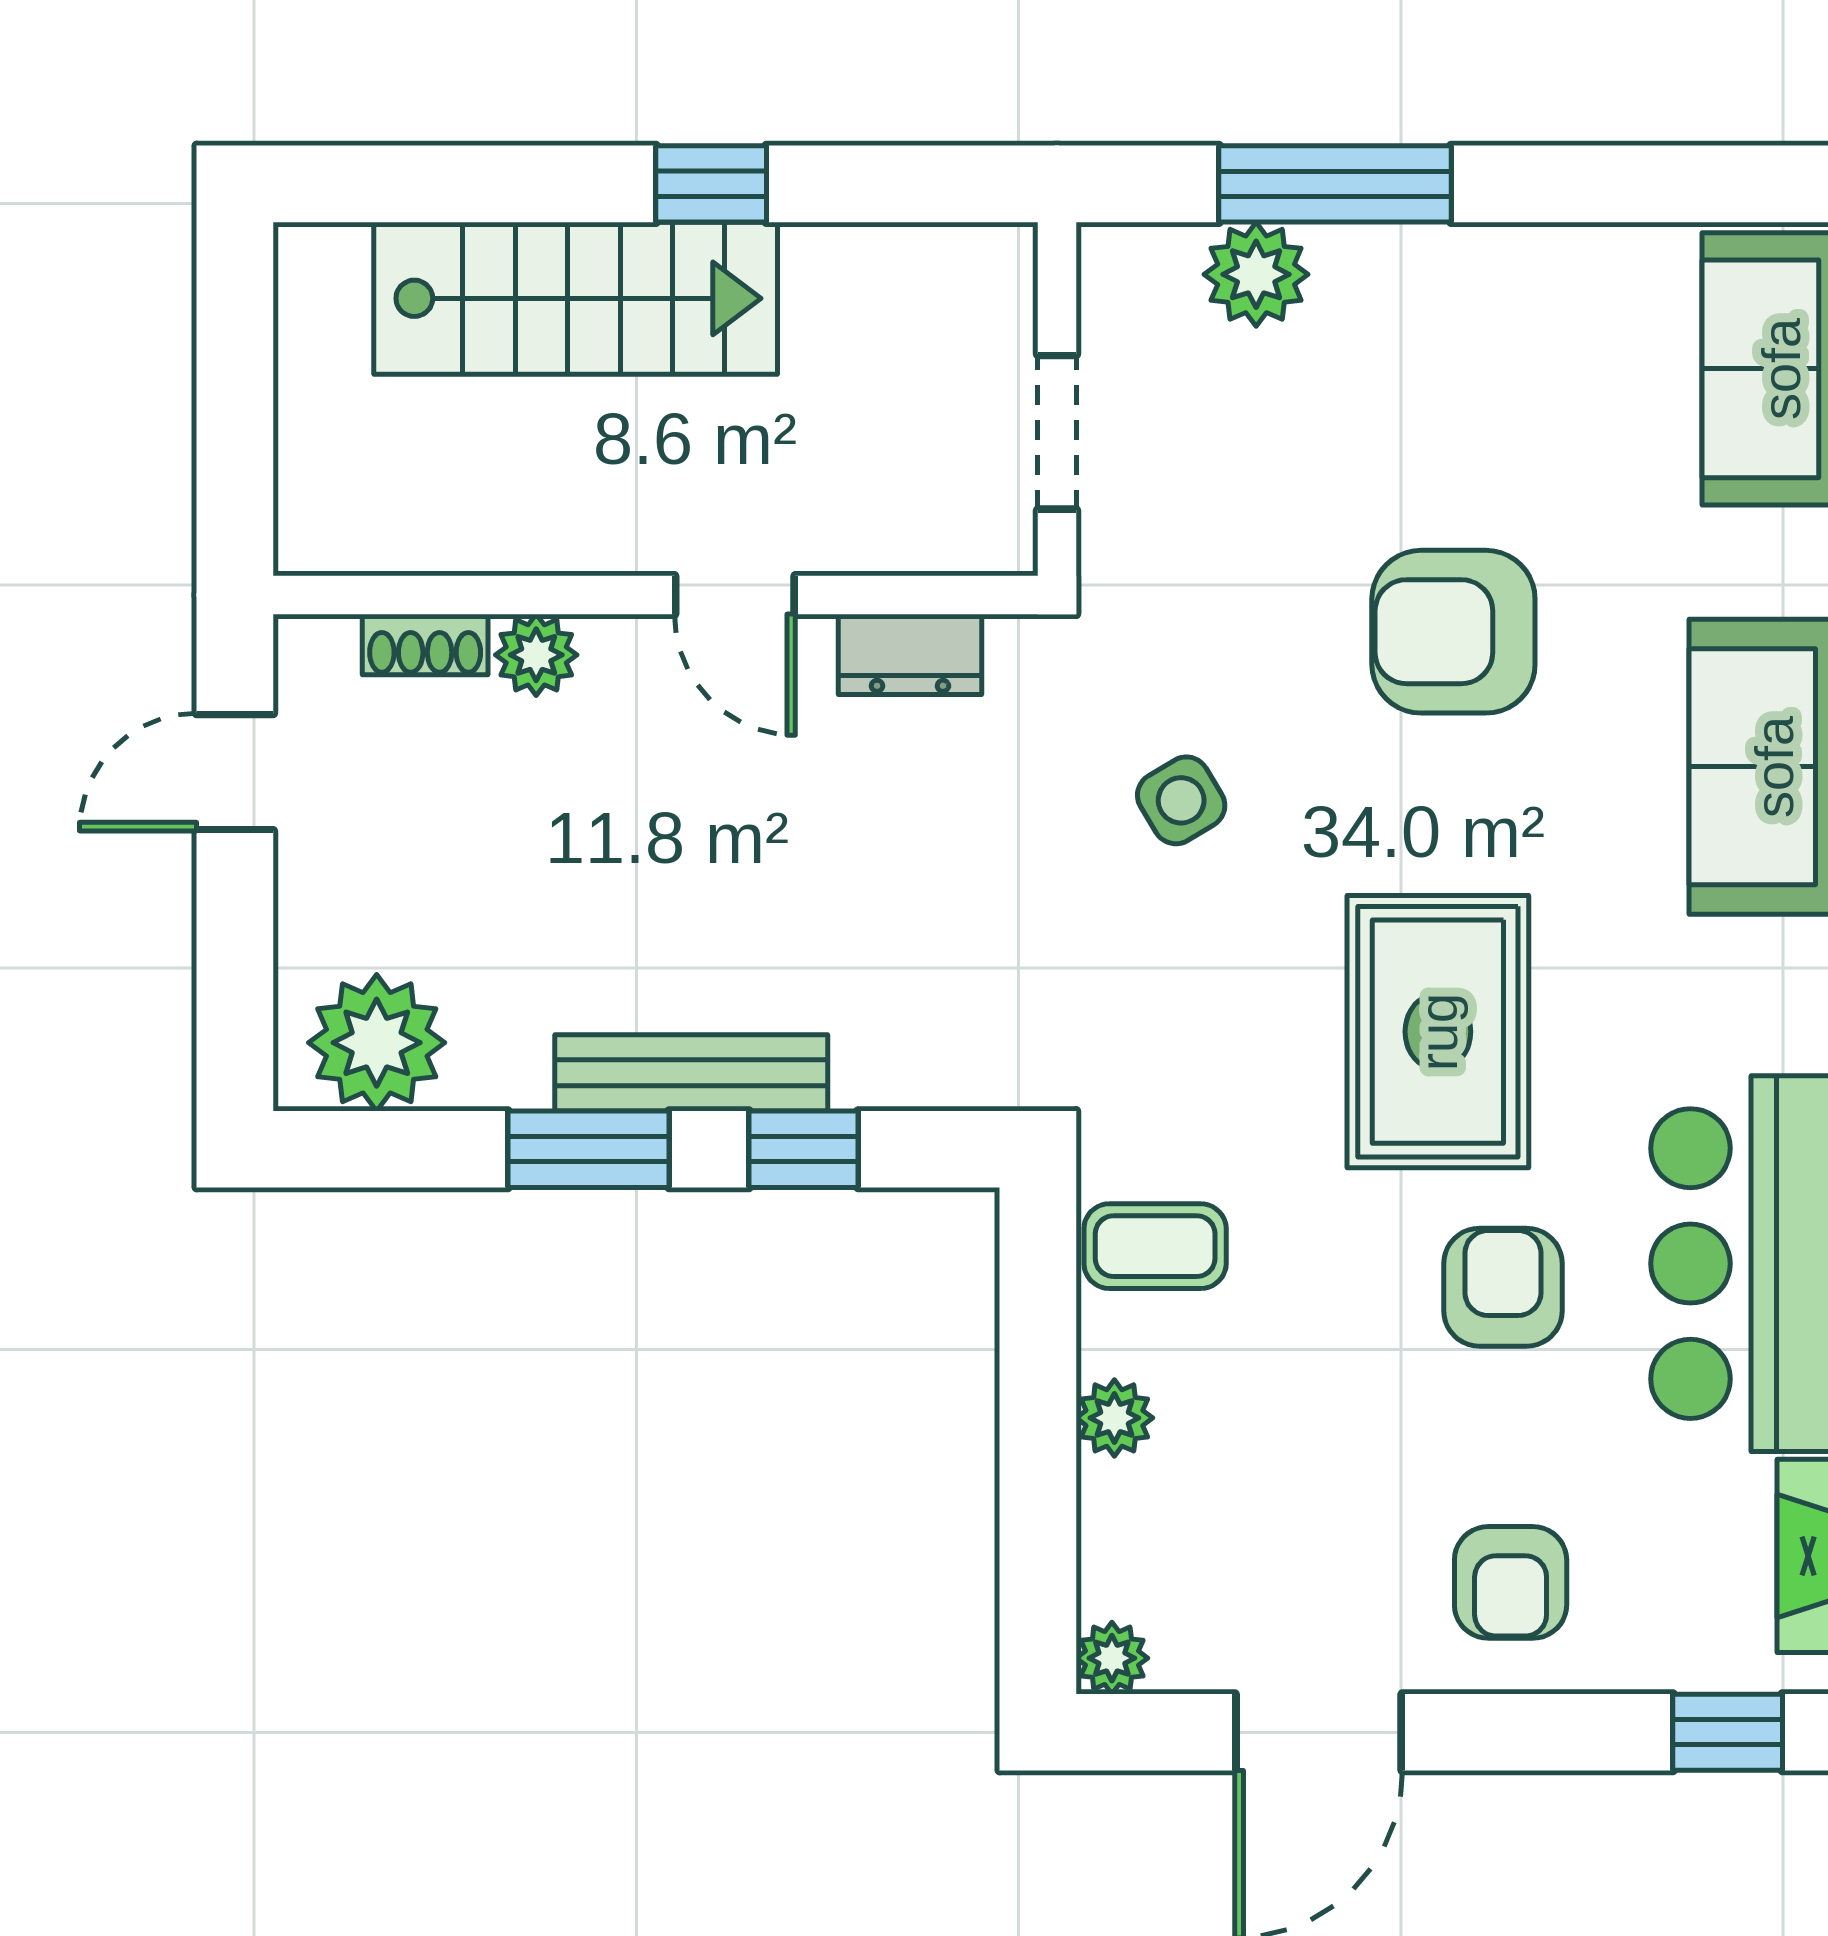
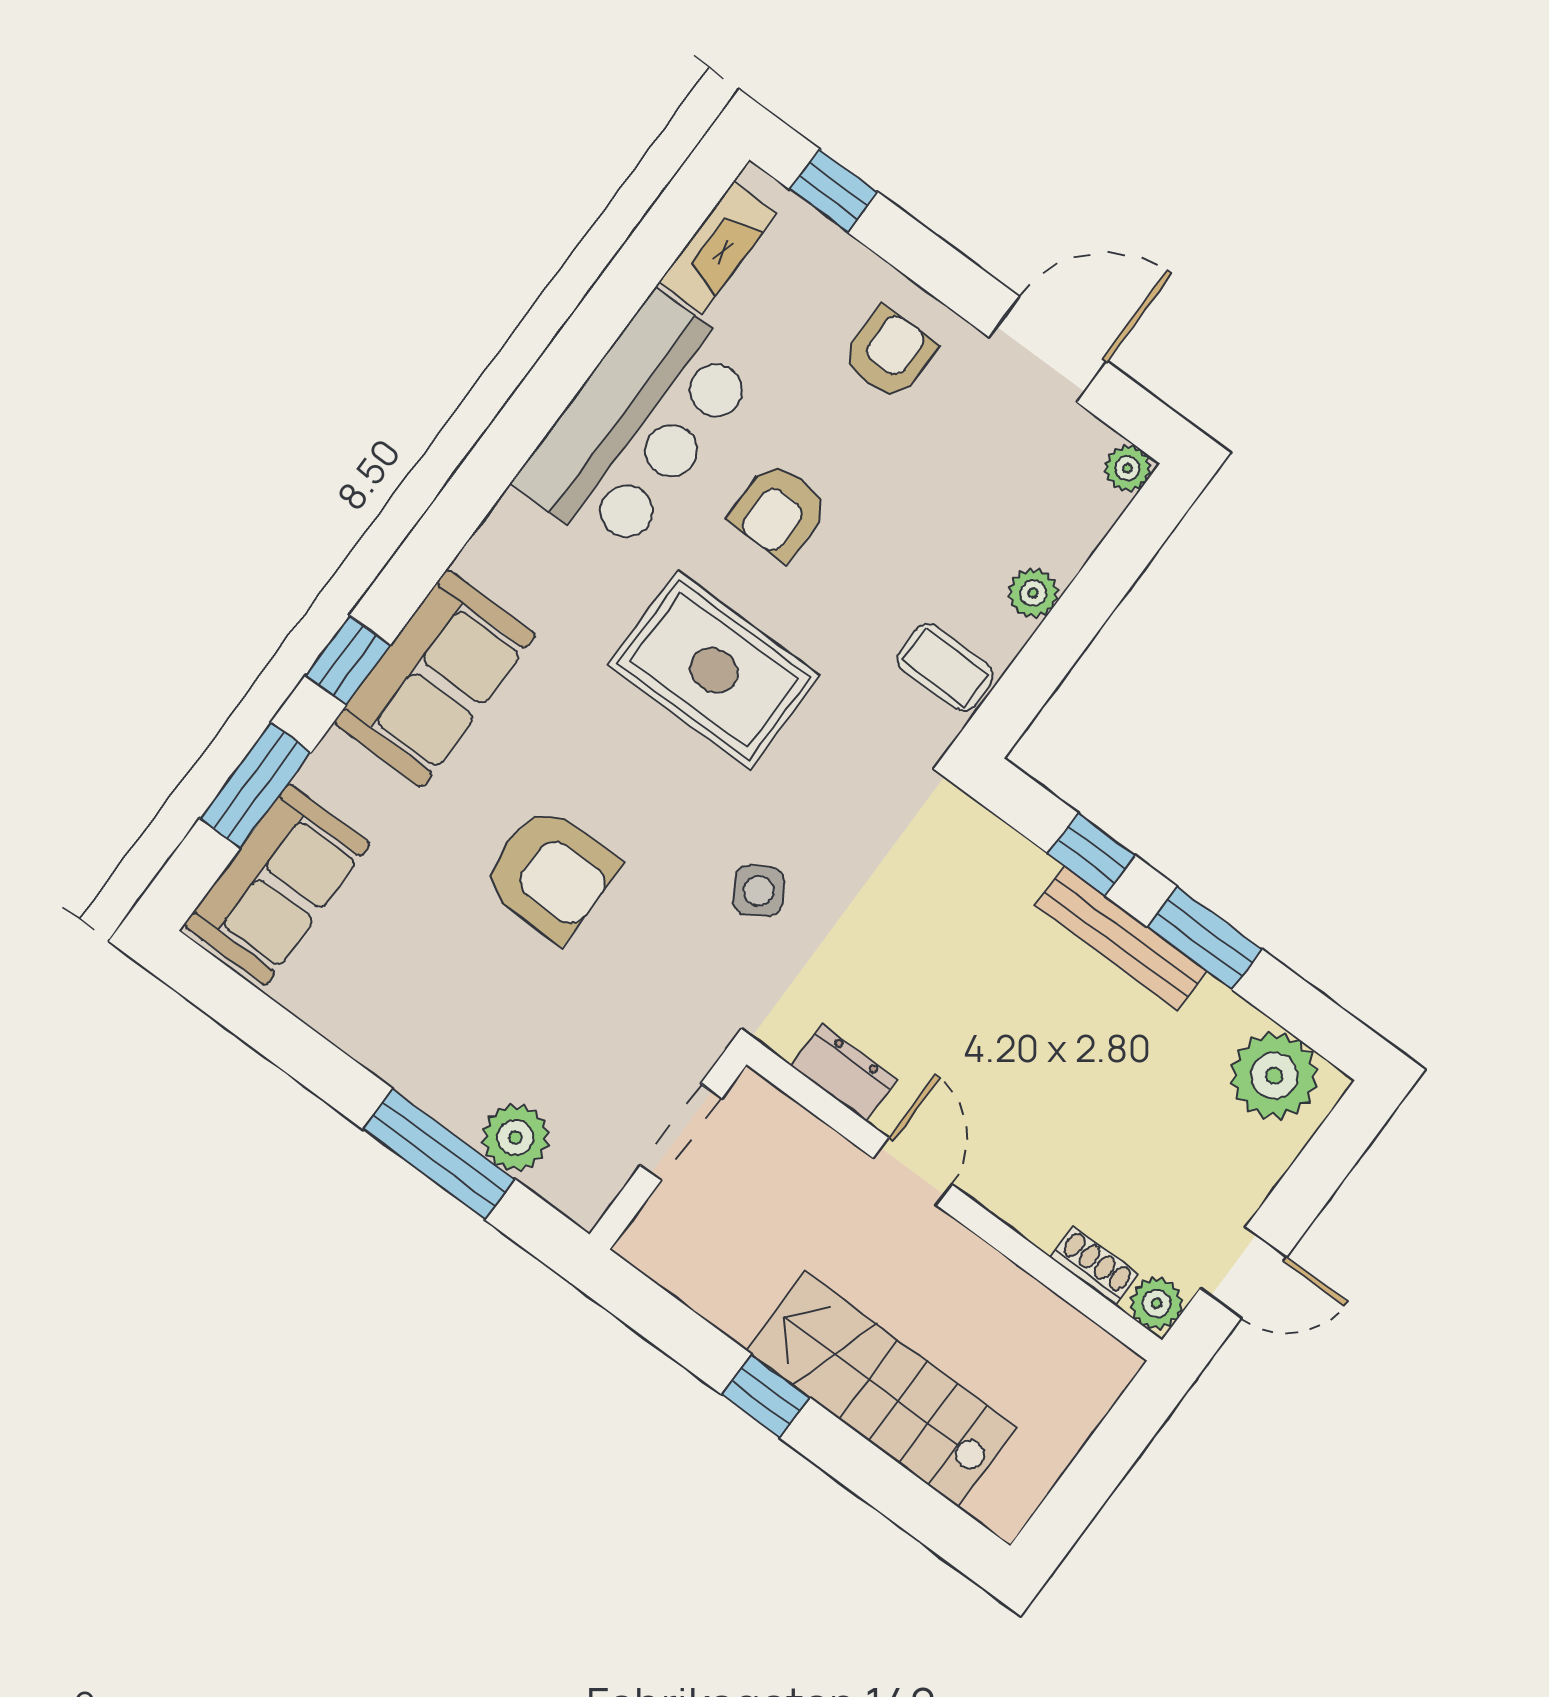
plant: (536, 655) -> (1157, 1303), moved
rug: (1438, 1032) -> (714, 670), turned 90

